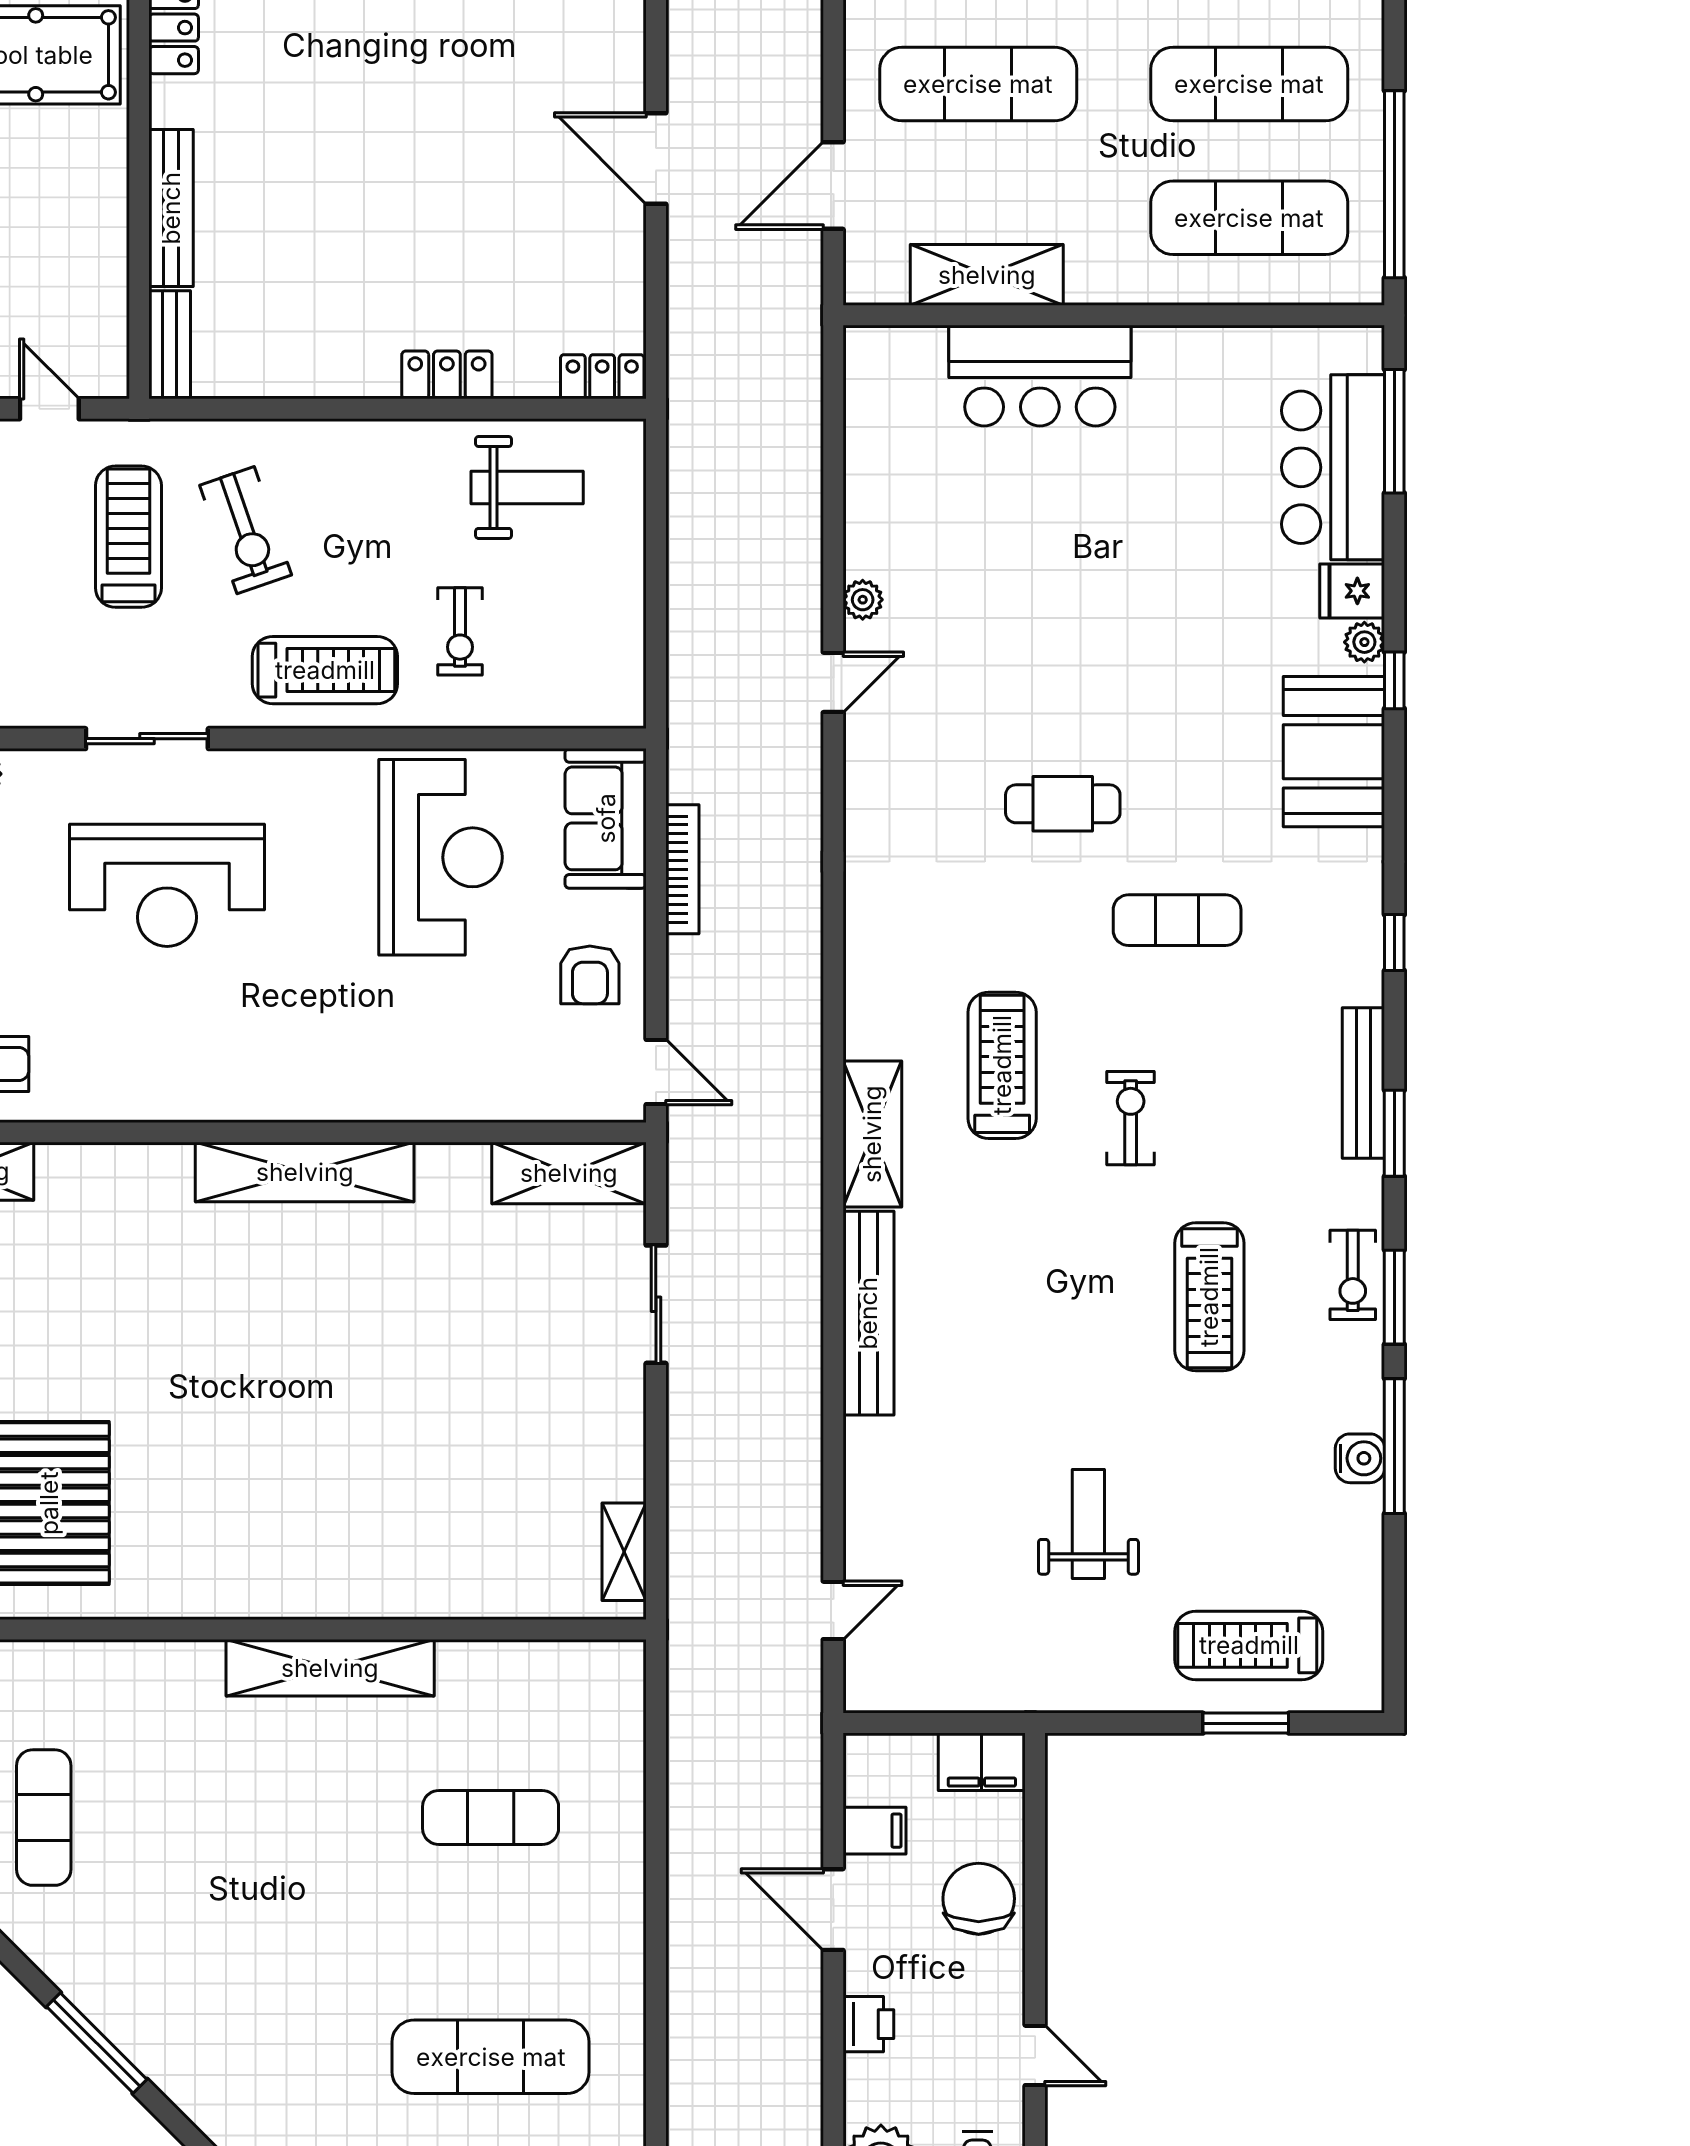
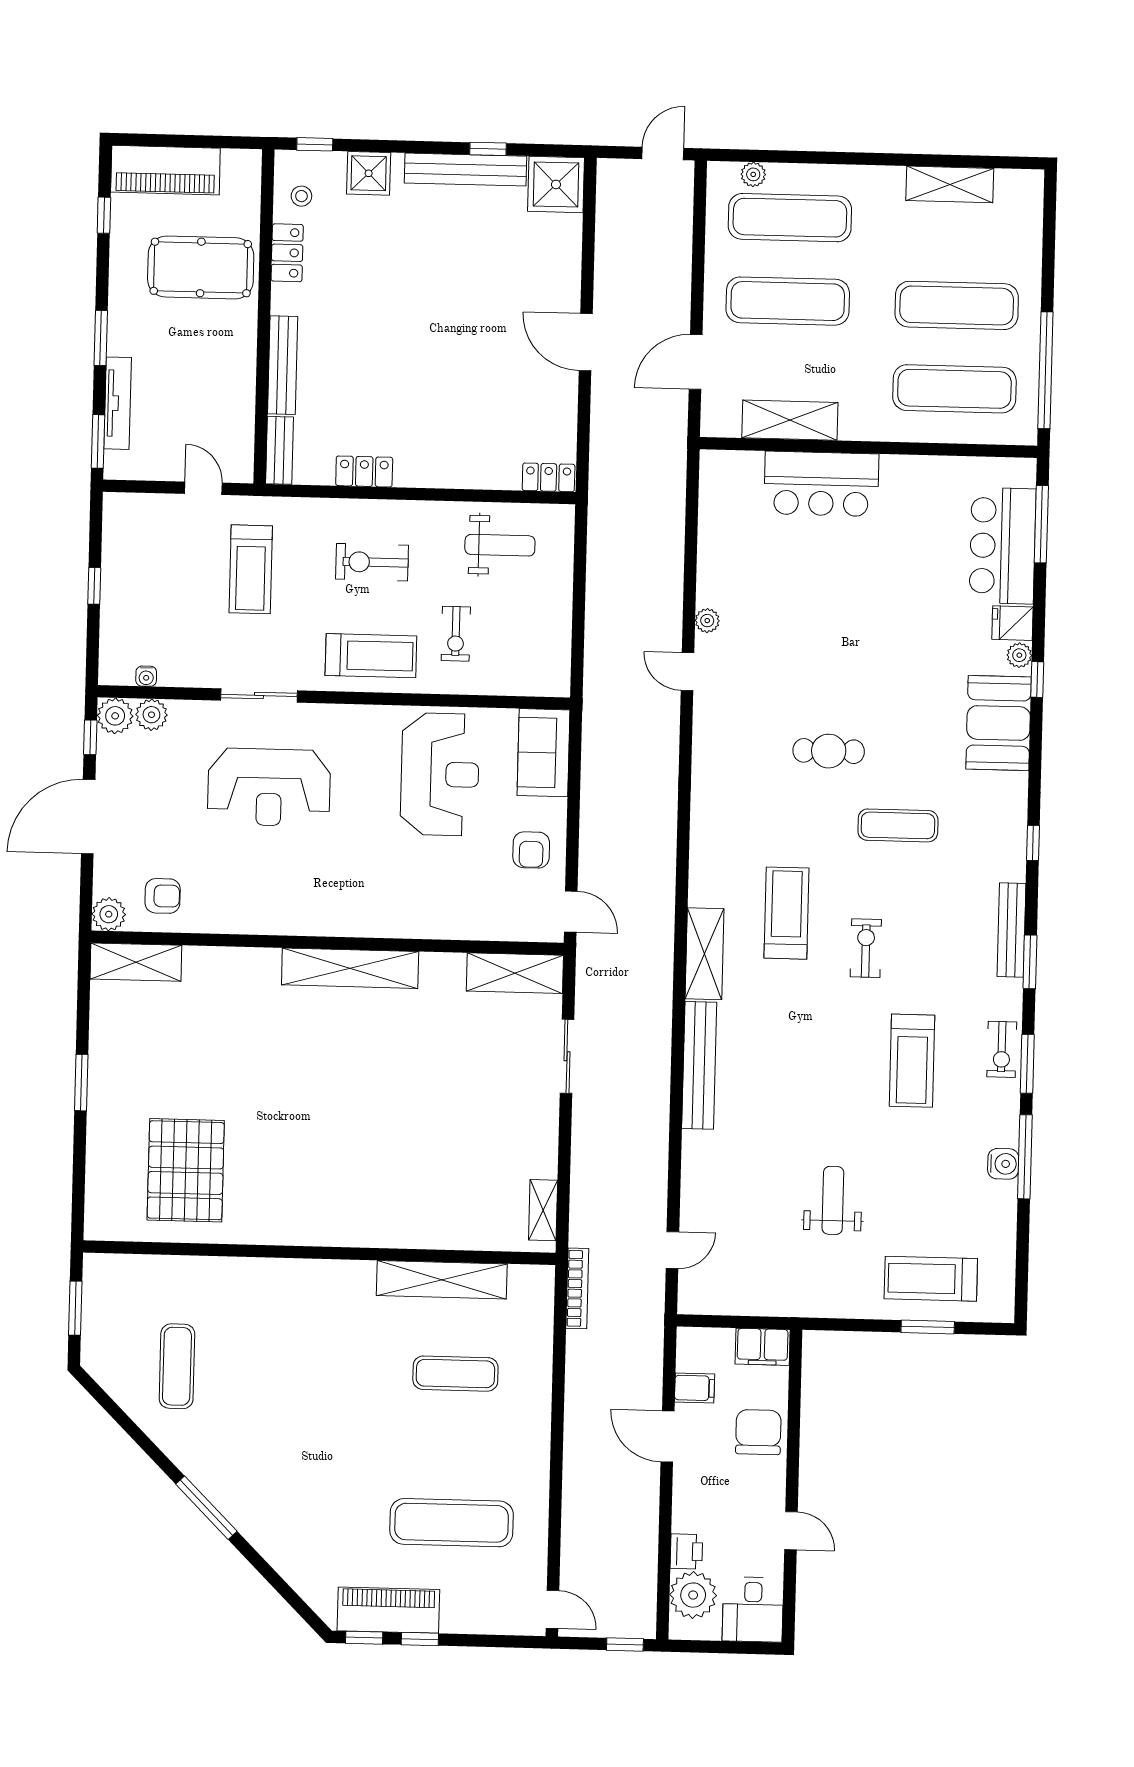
locker: (447, 375) -> (364, 471), moved
exercise bike: (246, 530) -> (372, 562), moved, turned 109
treadmill: (128, 537) -> (251, 569), turned 180
door: (833, 682) -> (688, 672), swing flipped
bookcase: (682, 869) -> (577, 1288), moved
shelving: (330, 1668) -> (442, 1280), moved
printer: (868, 2024) -> (686, 1551), moved

